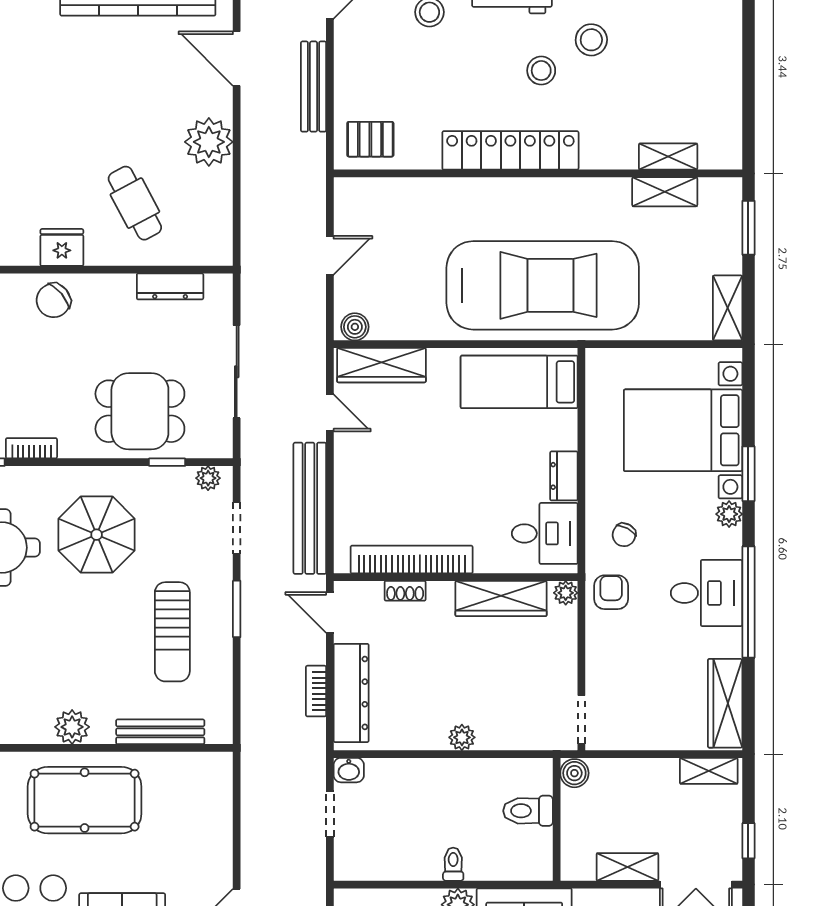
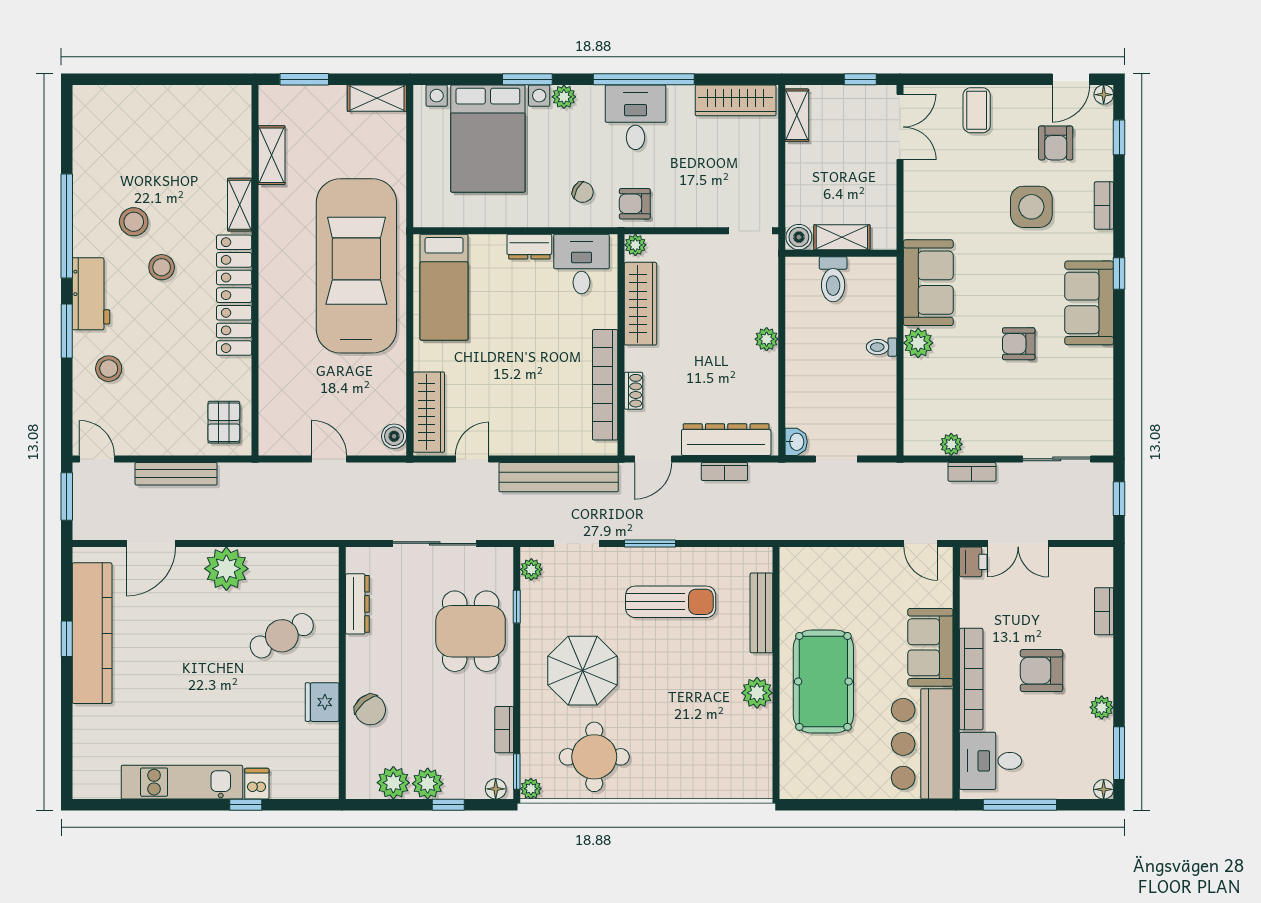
shelving: (668, 157) -> (240, 205), moved
shelving: (627, 867) -> (842, 237), moved, turned 90

